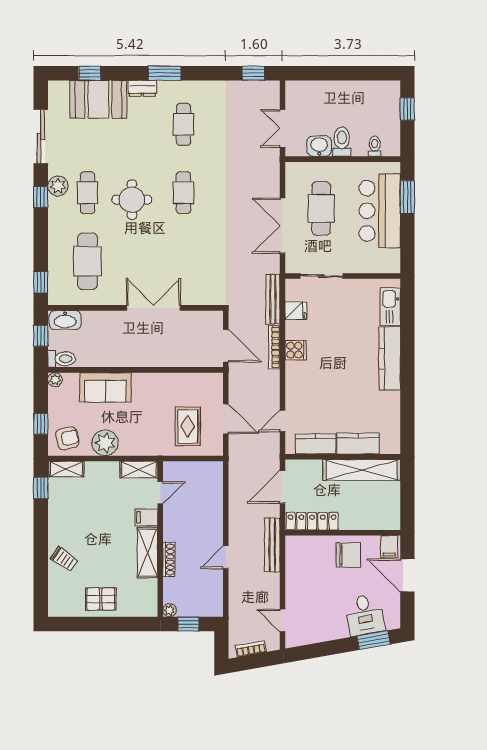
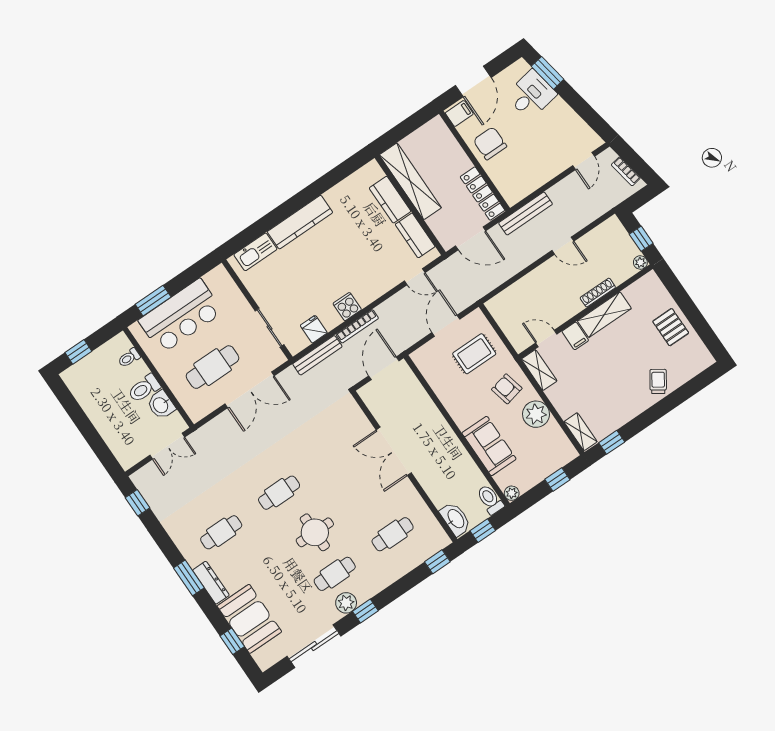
dresser: (142, 88) -> (211, 583), width x1.44
cafe table: (88, 261) -> (393, 534), width x0.73, depth x0.74
armchair: (67, 438) -> (507, 389), moved

